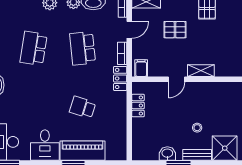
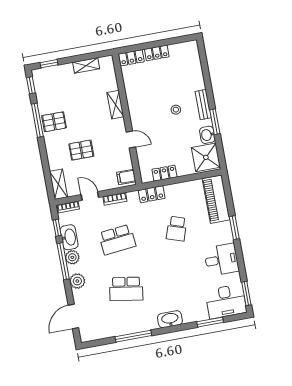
pallet: (175, 30) -> (81, 150), turned 90
shelving: (201, 71) -> (115, 105), moved
locker: (120, 78) -> (152, 194), moved
shower: (225, 148) -> (206, 157), moved
piano: (83, 151) -> (216, 199), moved

